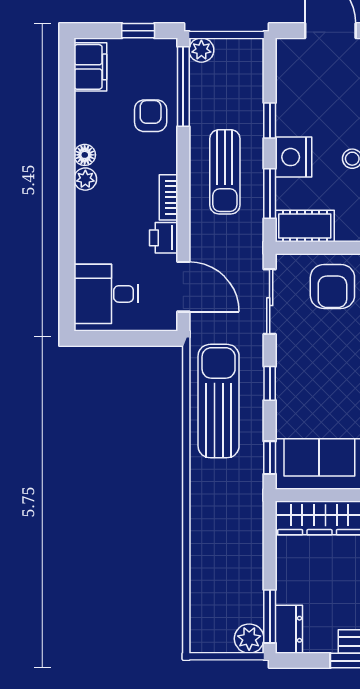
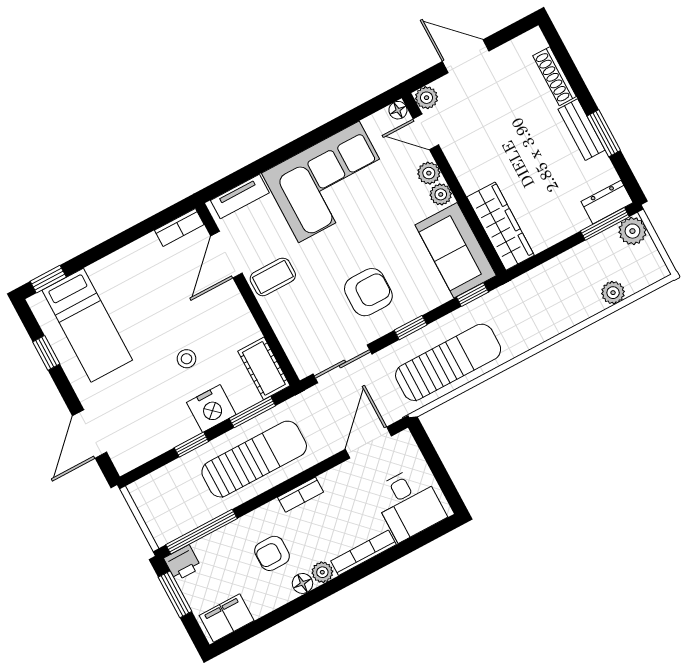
window: (138, 31) -> (175, 594), width x1.50
plant: (201, 50) -> (613, 293), moved
armchair: (151, 116) -> (272, 553), moved
sun lounger: (225, 172) -> (254, 459), width x1.36, depth x1.34
bookcase: (83, 227) -> (364, 553), added
printer: (164, 238) -> (182, 563), moved
armchair: (332, 287) -> (368, 292), moved
sun lounger: (219, 401) -> (448, 362), turned 180

